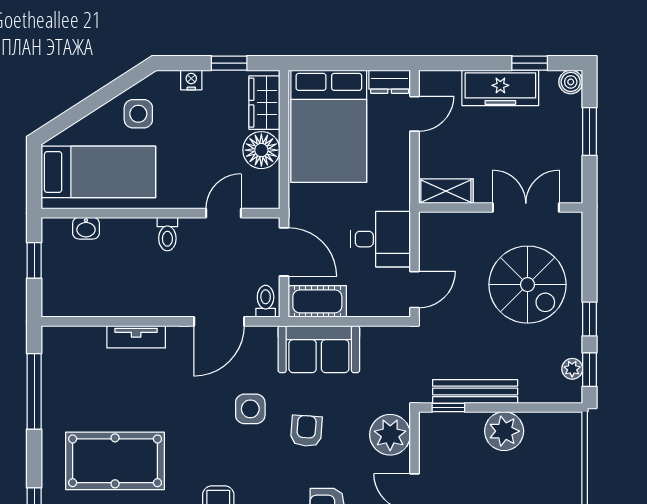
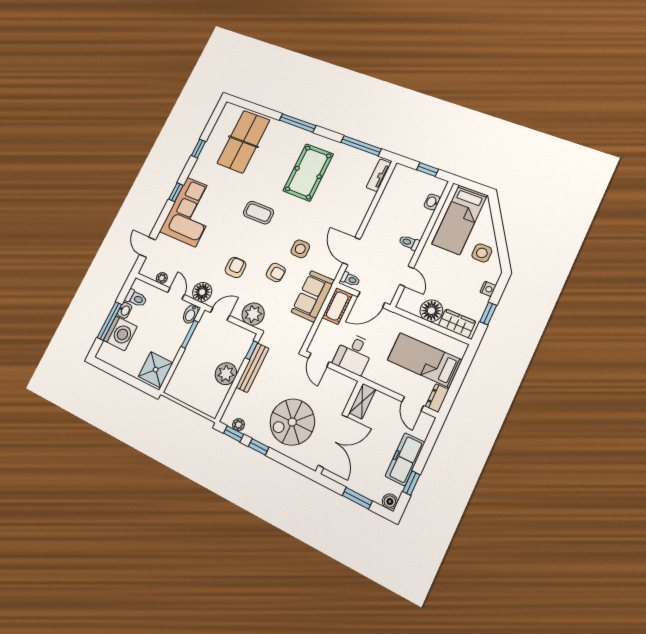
bed: (329, 126) -> (424, 360), width x0.67
double door: (526, 208) -> (333, 441), width x1.37
tv unit: (136, 337) -> (379, 175), moved

